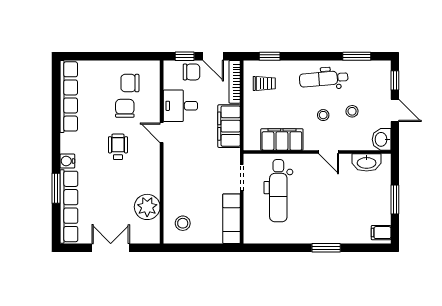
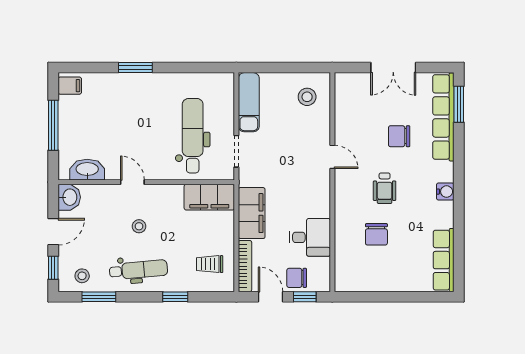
window: (270, 56) -> (175, 297), moved
chair: (130, 83) -> (399, 136), moved, turned 180
row of seats: (69, 96) -> (444, 260), width x0.73
stool: (352, 111) -> (82, 276), moved
door: (395, 111) -> (53, 232), swing flipped
door: (162, 133) -> (332, 157), moved
filing cabinet: (282, 139) -> (209, 197), moved
water cooler: (67, 161) -> (445, 192), moved
window: (56, 188) -> (459, 104), moved
window: (395, 199) -> (53, 125), width x1.44
plant: (147, 207) -> (350, 116), removed

